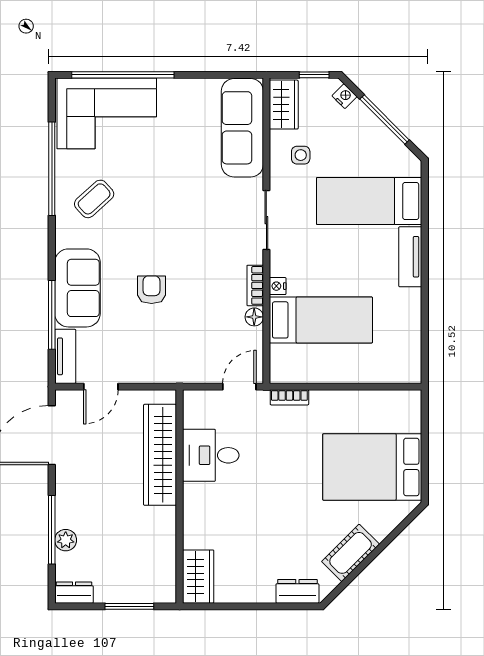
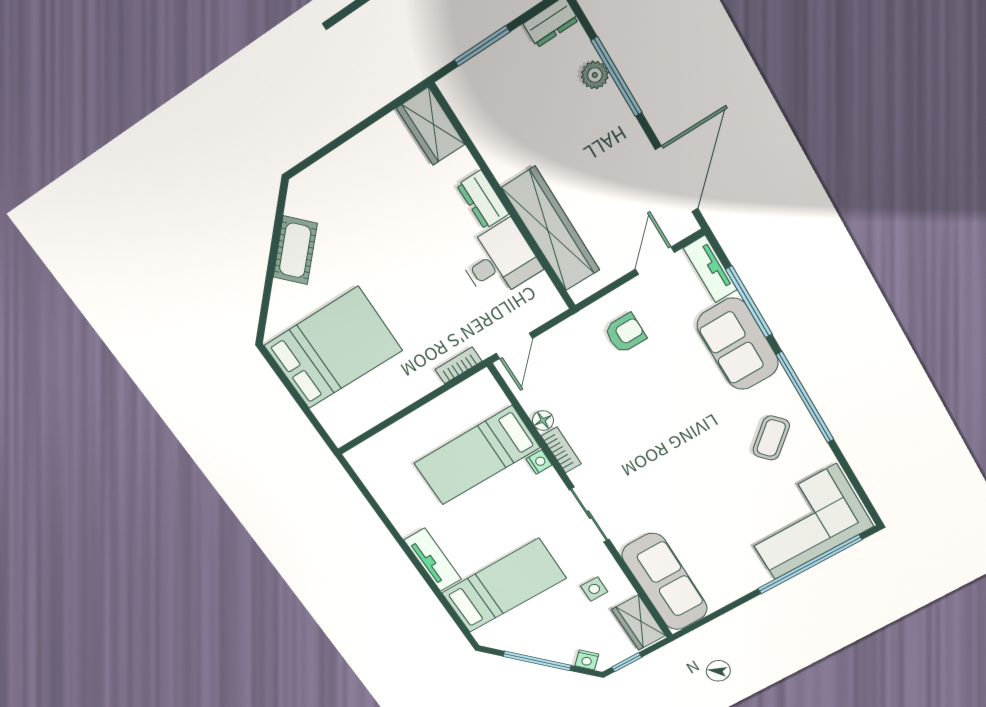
window: (52, 169) -> (805, 397), moved
armchair: (151, 290) -> (625, 333), moved, turned -90
dresser: (297, 591) -> (483, 200), moved, turned 90

